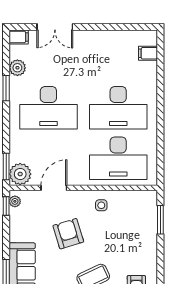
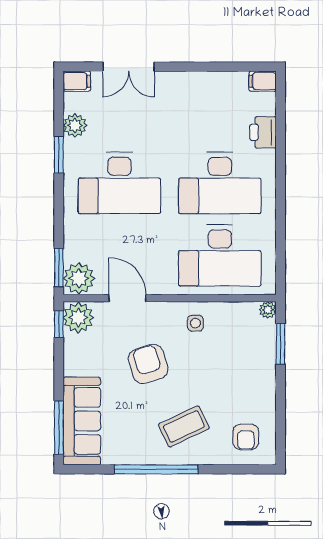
filing cabinet: (148, 53) -> (263, 81), moved
printer: (148, 73) -> (263, 132), added
door: (54, 188) -> (127, 298), hinge flipped
plant: (152, 196) -> (268, 310), added
plant: (15, 201) -> (78, 318), width x1.88, depth x1.88

